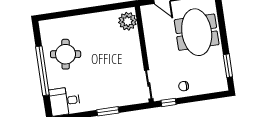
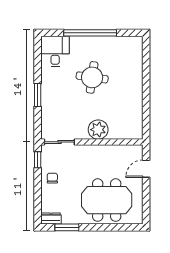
plant: (128, 21) -> (98, 130), moved
round table: (66, 54) -> (92, 77), moved
dresser: (222, 82) -> (51, 219), added

